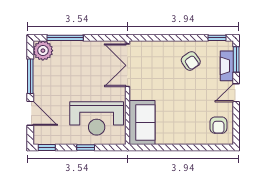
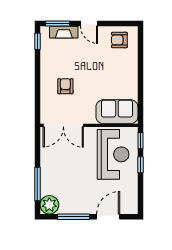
armchair: (191, 61) -> (65, 86), moved, turned -55
armchair: (218, 125) -> (119, 40), turned 180
window: (47, 148) -> (140, 141), moved

